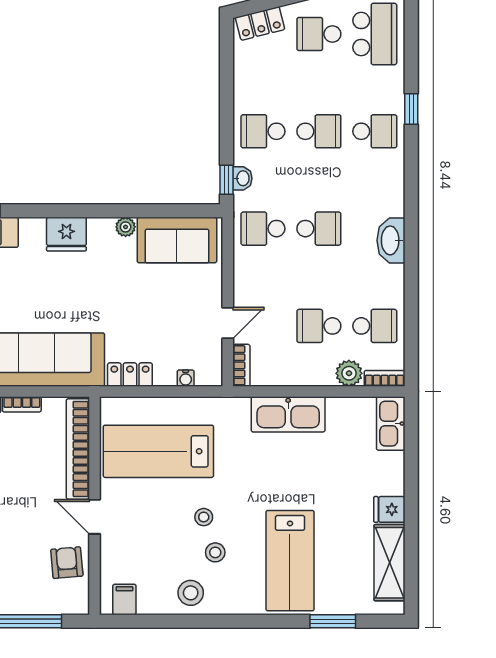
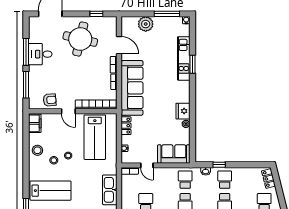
window: (227, 180) -> (219, 165), moved
fridge: (66, 234) -> (183, 111), moved
sofa: (177, 240) -> (174, 154), moved, turned 90
lab bench: (158, 451) -> (95, 137), turned 180
door: (94, 517) -> (68, 111), swing flipped
lab bench: (290, 561) -> (50, 191), turned 180
filing cabinet: (124, 599) -> (35, 123), width x2.00

